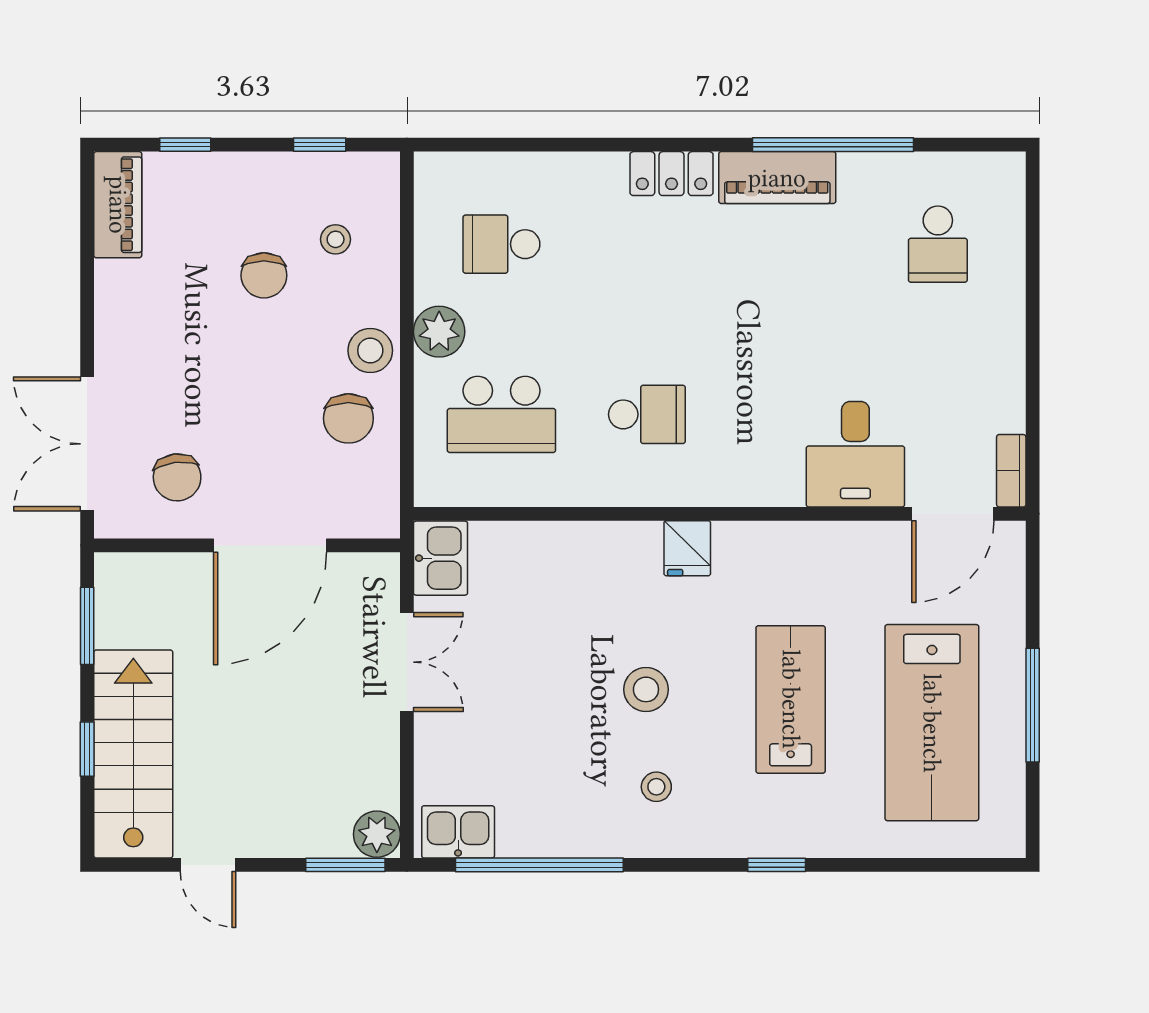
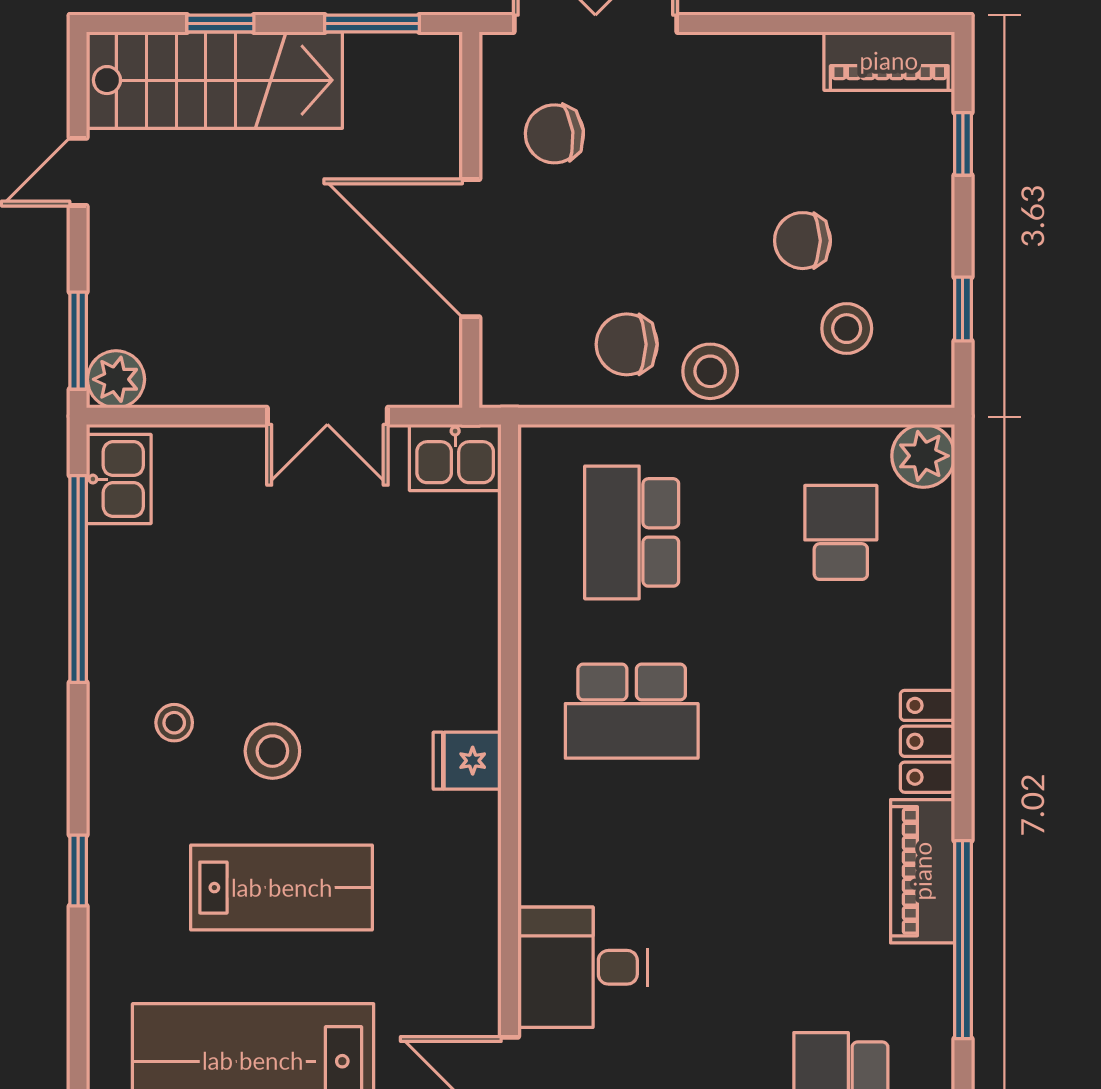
stool: (336, 239) -> (847, 329), width x1.37, depth x1.37
plant: (439, 332) -> (923, 456), moved
school desk: (647, 414) -> (632, 711), width x1.85
stool: (646, 689) -> (272, 751), moved

